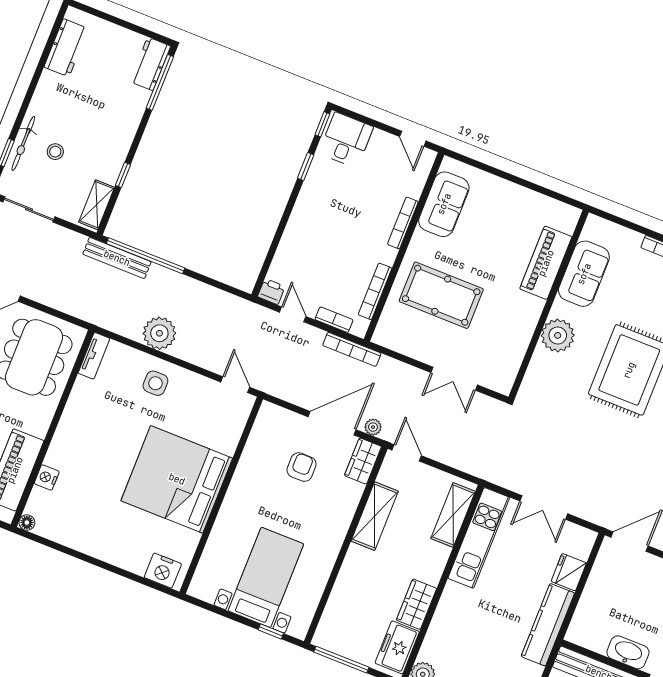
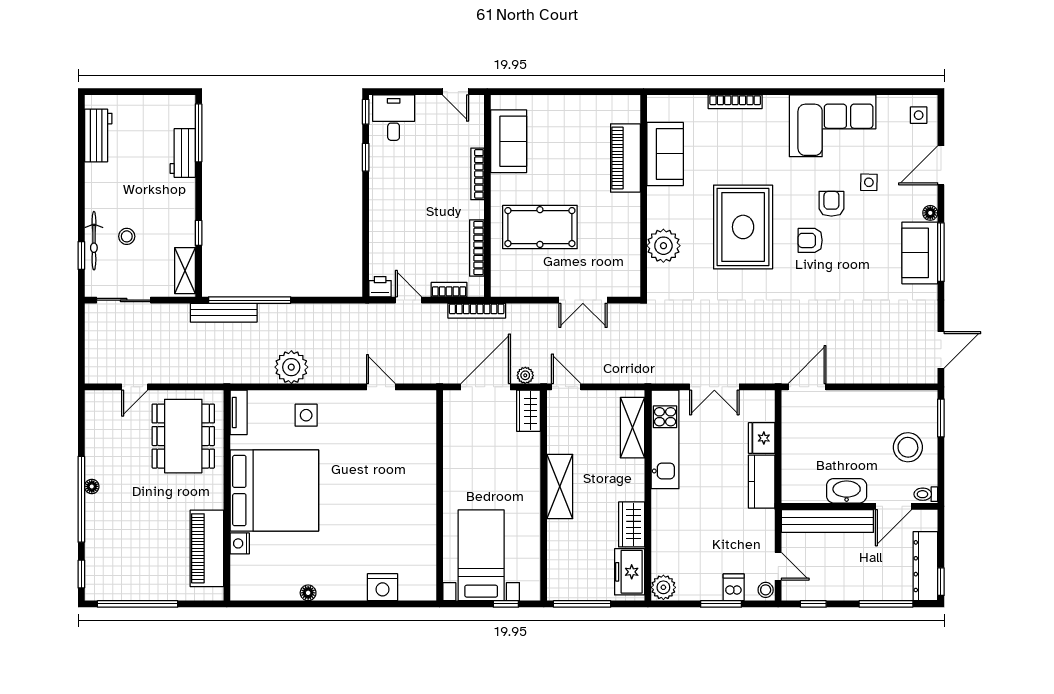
workbench: (150, 64) -> (183, 153), moved
plant: (558, 335) -> (663, 246), moved
armchair: (302, 467) -> (473, 439), removed
bed: (177, 479) -> (274, 491), moved, turned 180
wall: (221, 495) -> (440, 495), moved
shelving: (375, 516) -> (560, 486), moved
floor lamp: (27, 523) -> (308, 593), moved
kitchen counter: (548, 625) -> (762, 482), width x0.67

